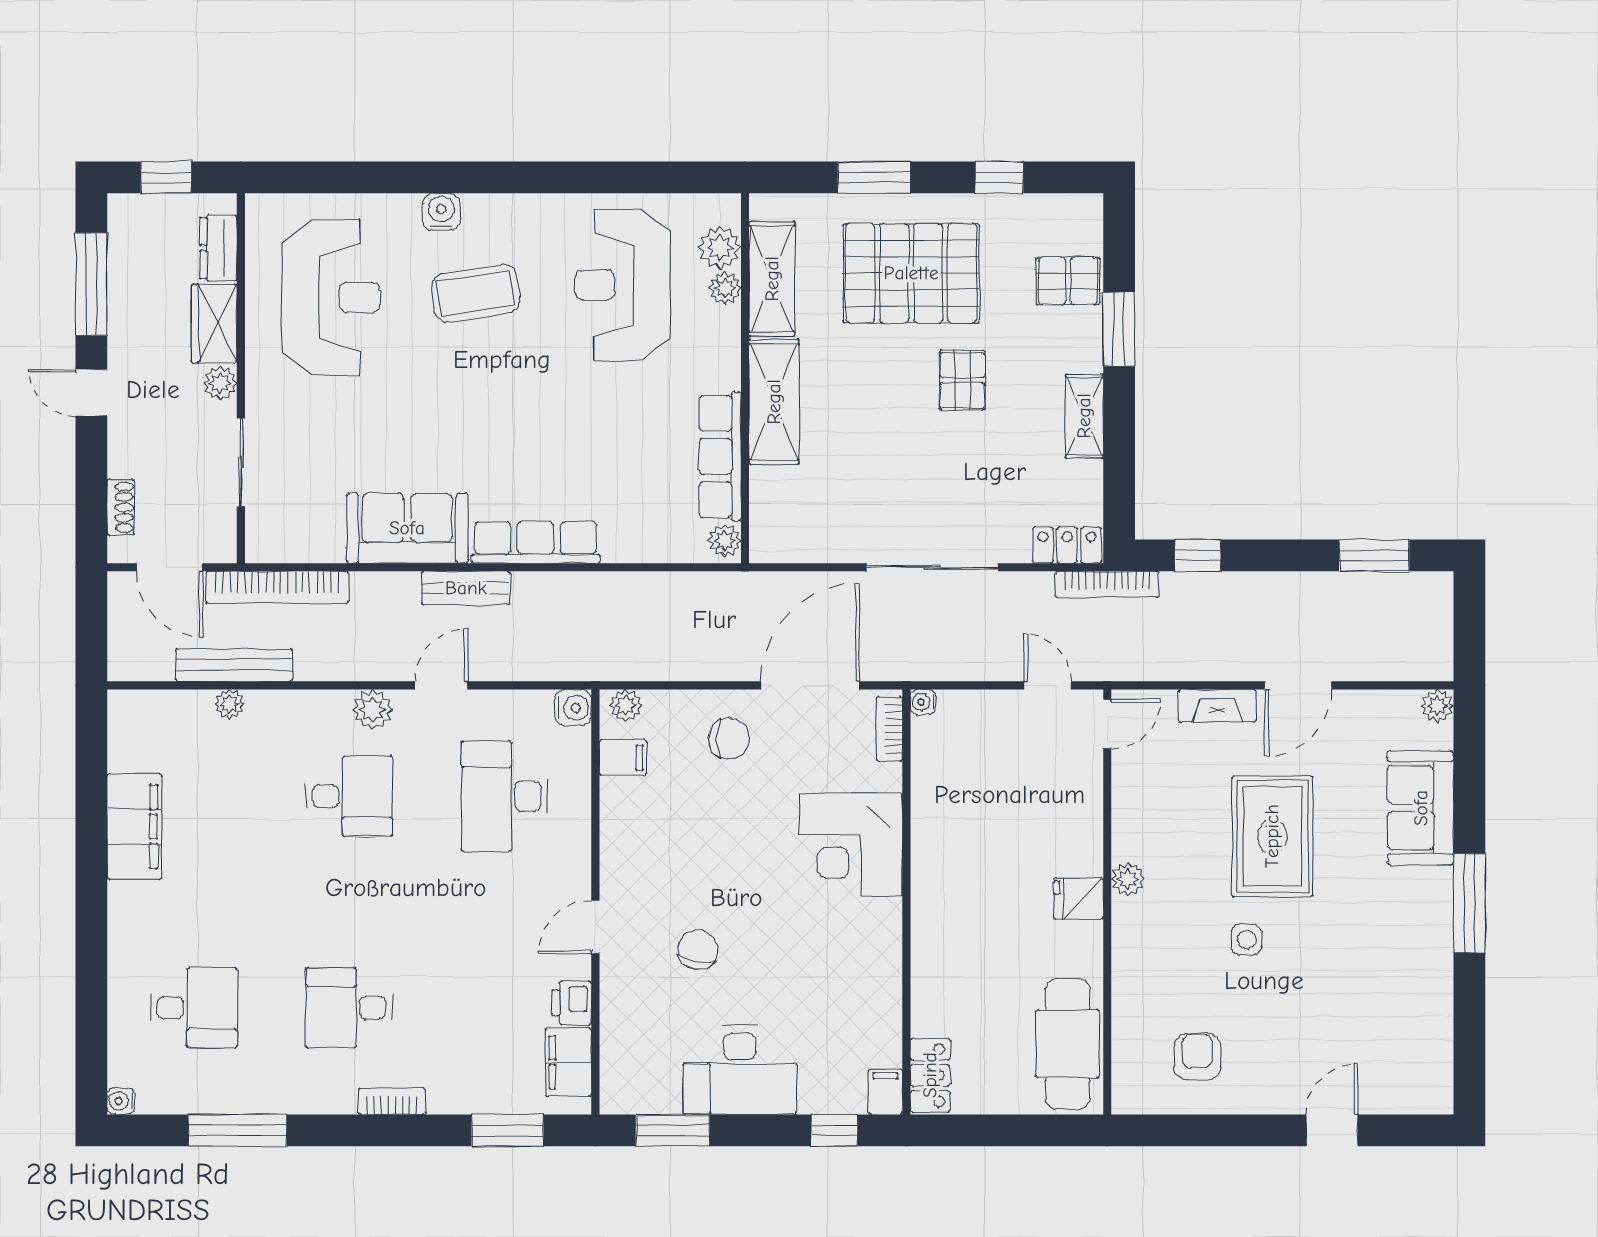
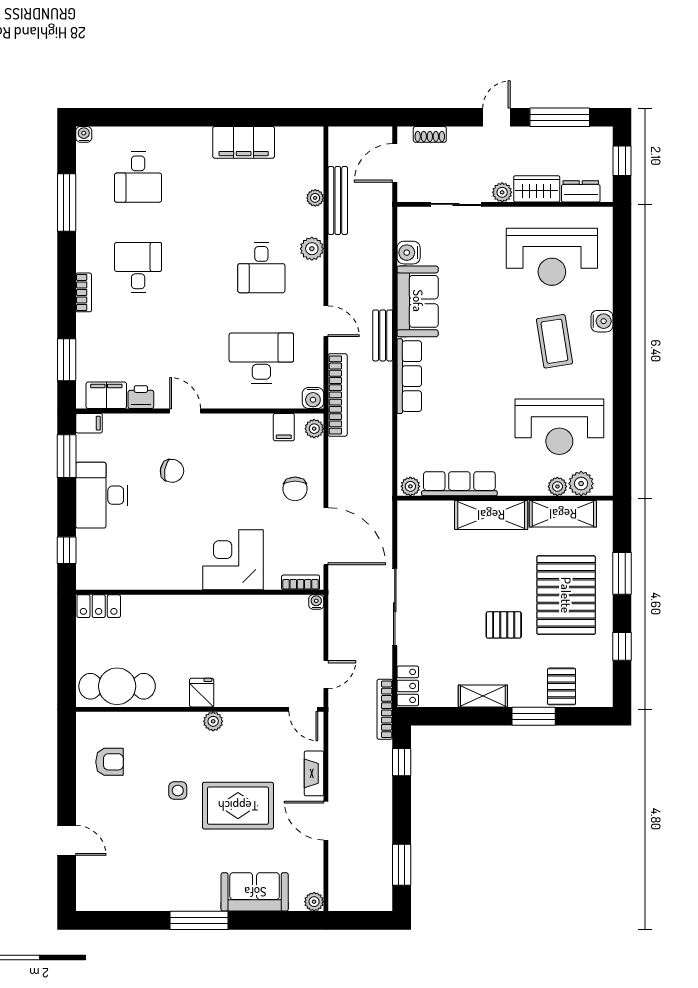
reception desk: (622, 285) -> (559, 427), turned 180
water cooler: (323, 544) -> (409, 253), added
bookcase: (277, 587) -> (338, 395), moved, turned 180
plant: (373, 710) -> (312, 249), moved
filing cabinet: (885, 1092) -> (89, 423), moved

